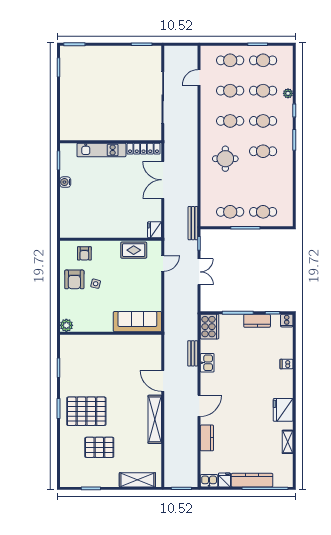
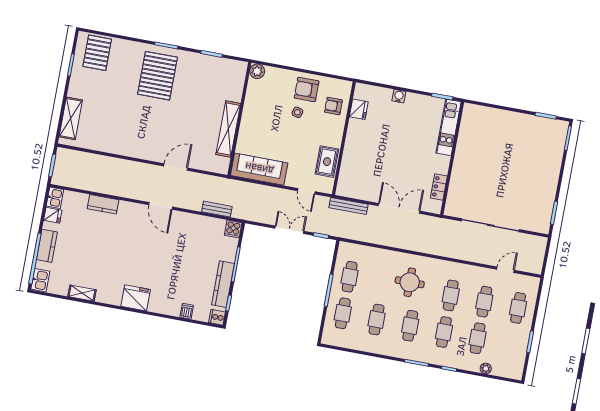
cafe table: (263, 60) -> (377, 320), moved
door: (199, 77) -> (505, 270), hinge flipped
plant: (288, 93) -> (486, 368), moved
locker: (144, 149) -> (439, 187), width x0.66
kitchen unit: (101, 150) -> (448, 127), moved
water cooler: (65, 182) -> (399, 96), moved
bench: (193, 223) -> (348, 206), moved
fridge: (154, 230) -> (359, 109), moved, turned 90
double door: (199, 272) -> (289, 230), swing flipped
kitchen counter: (257, 321) -> (223, 284), width x1.50
sofa: (137, 322) -> (259, 169), moved, turned -90
cooker: (210, 327) -> (233, 229), width x0.53, depth x0.76
bench: (193, 353) -> (217, 209), moved
kitchen sink: (207, 363) -> (40, 280), moved, turned -90
dishwasher: (286, 364) -> (187, 311), moved
door: (199, 406) -> (161, 206), moved
fridge: (283, 410) -> (136, 298), moved
shelving: (155, 419) -> (228, 129), moved, turned 90
pallet: (99, 447) -> (97, 53), moved
kitchen counter: (252, 480) -> (47, 246), width x0.67

